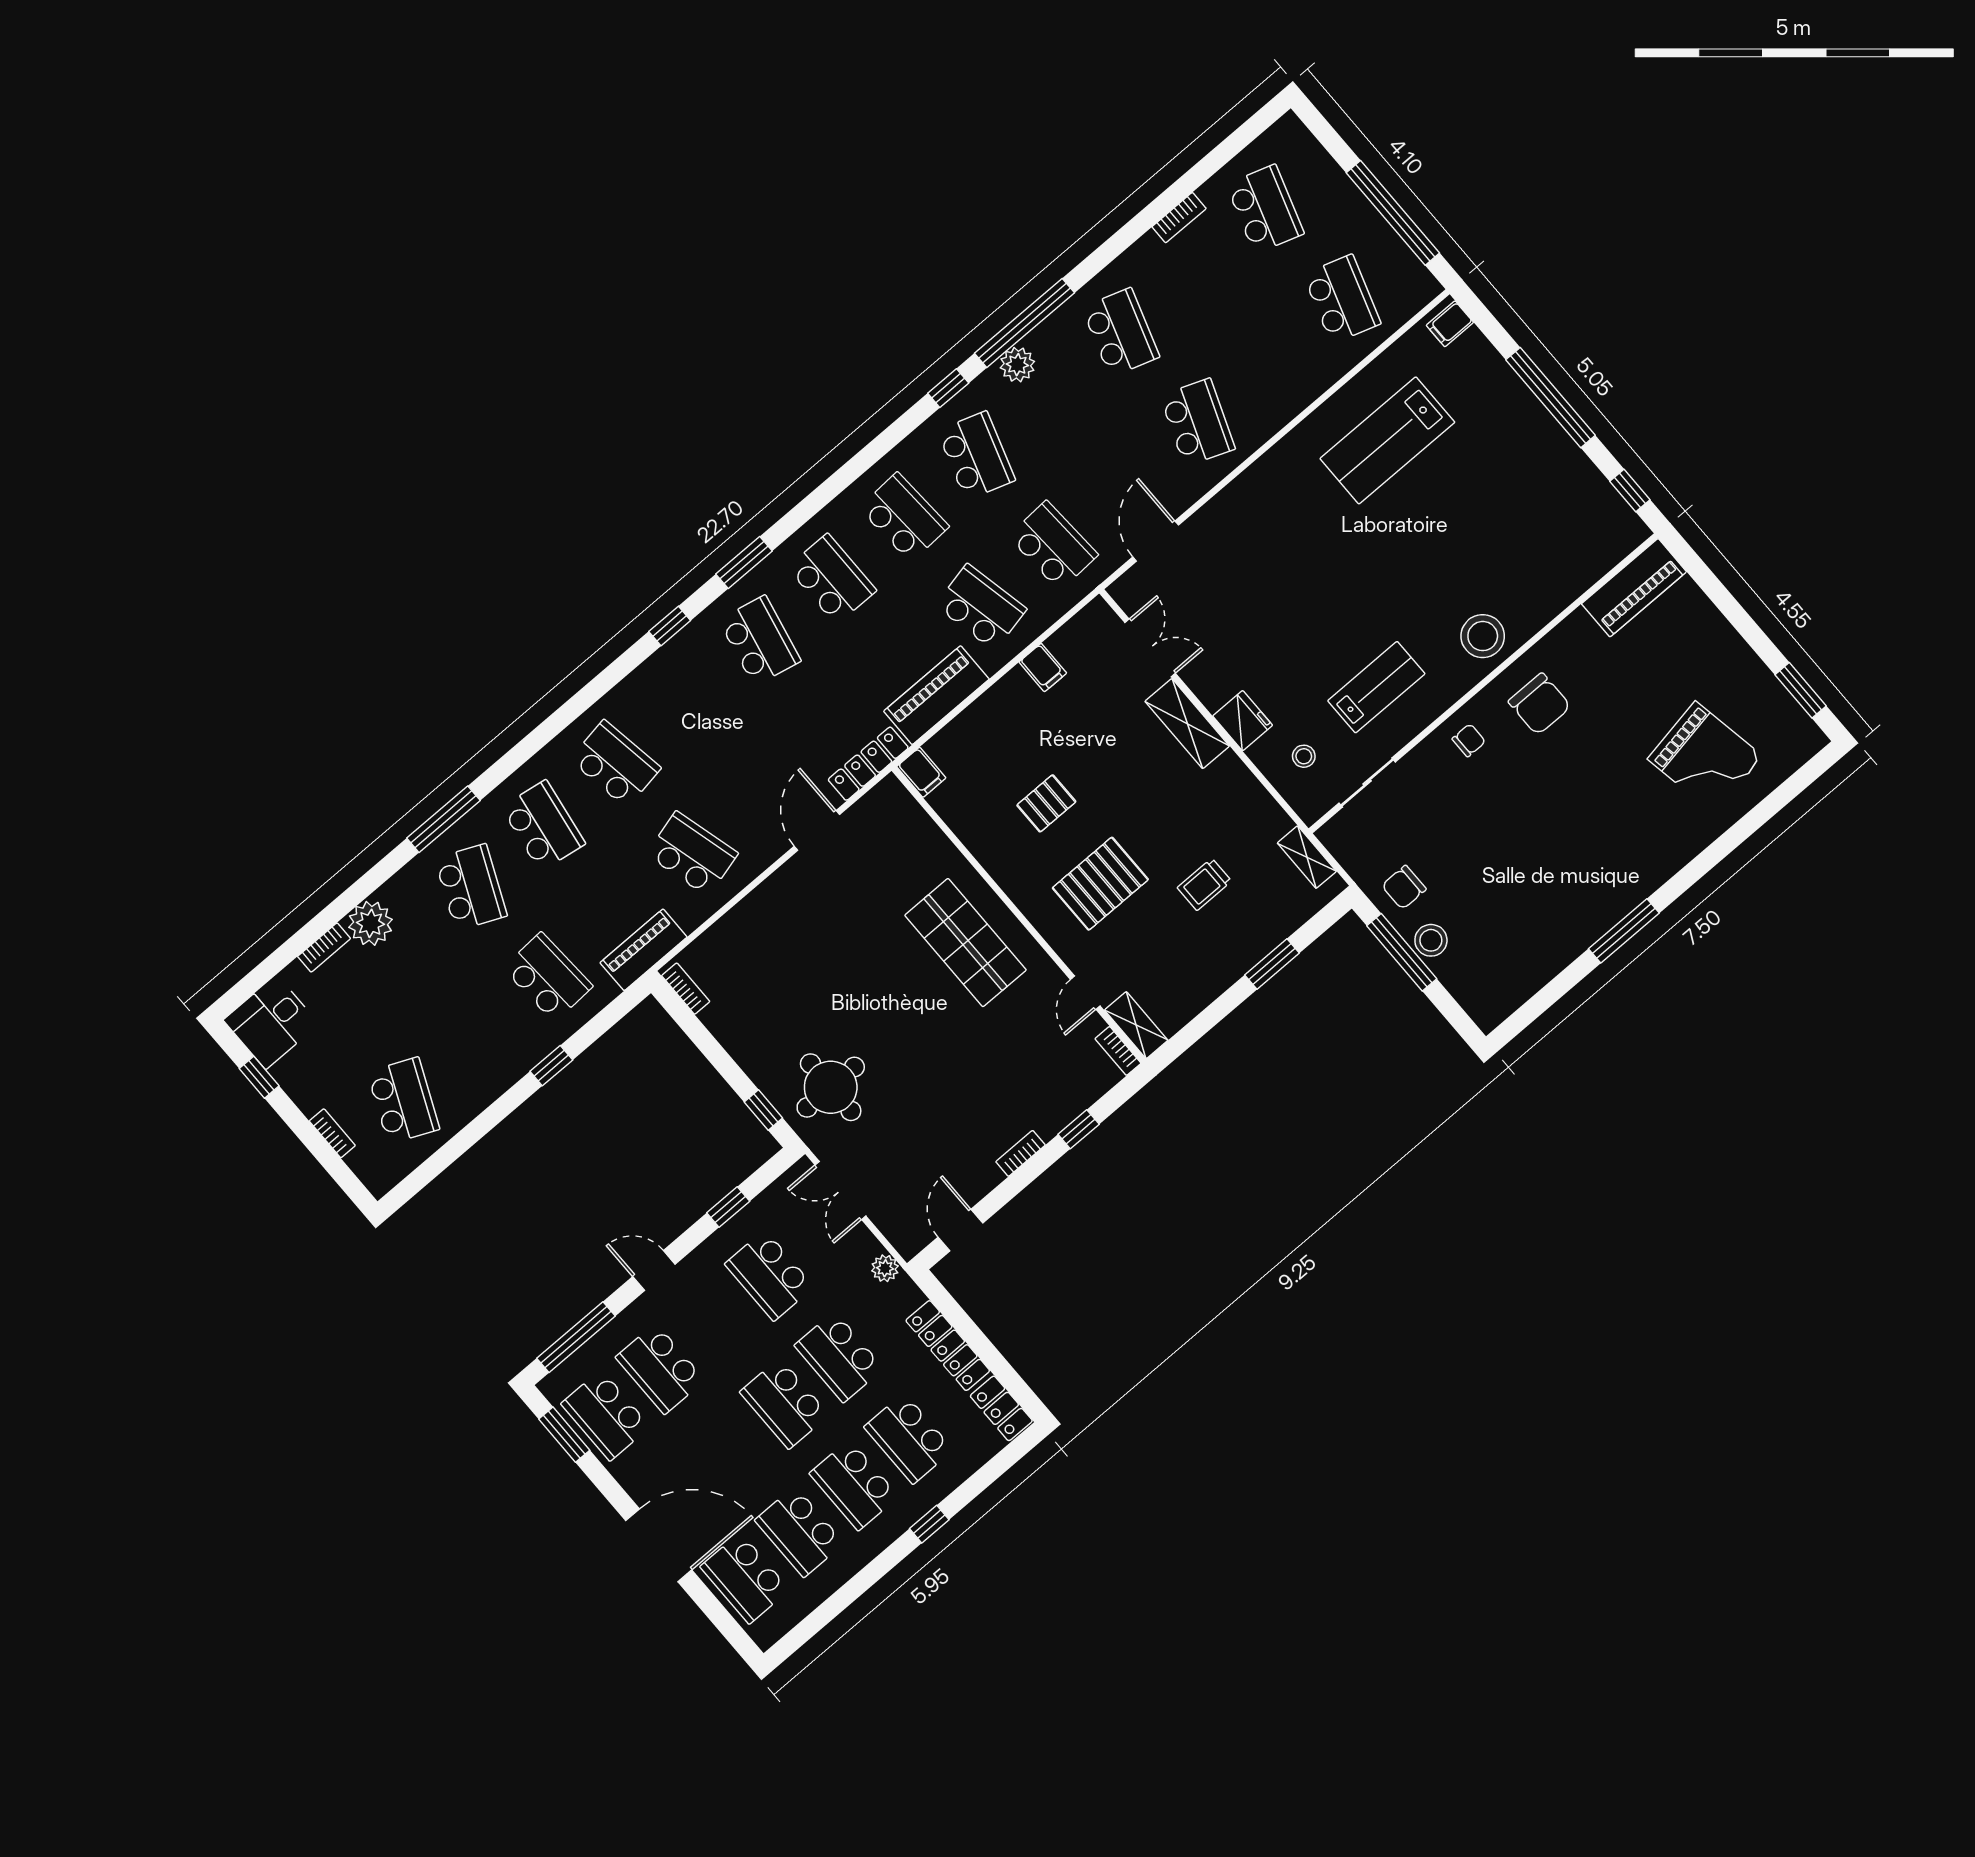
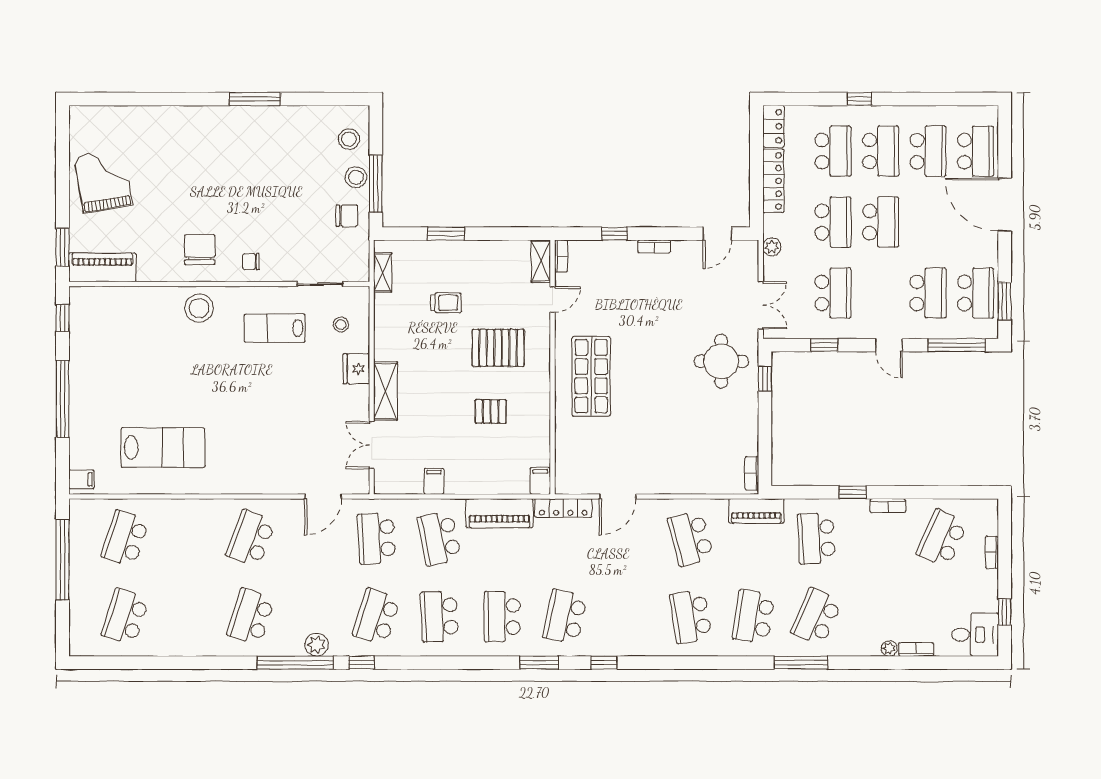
bookcase: (1179, 218) -> (888, 506), moved, turned 180
window: (1801, 690) -> (62, 247), moved
grand piano: (1705, 757) -> (103, 181), moved
plant: (370, 923) -> (889, 648), width x0.53, depth x0.53
stool: (1476, 977) -> (349, 139), added

